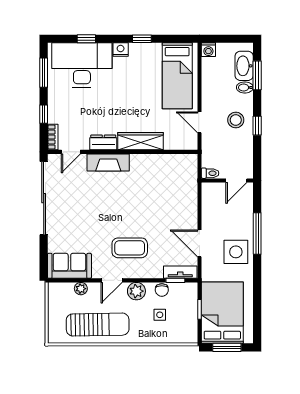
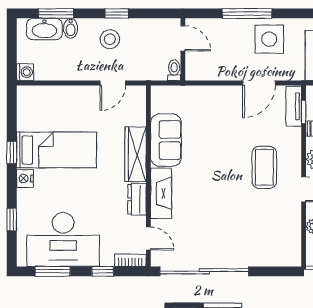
desk: (82, 65) -> (63, 240), moved, turned -90
bed: (177, 76) -> (56, 150), moved
sofa: (69, 266) -> (166, 140), moved, turned 180

